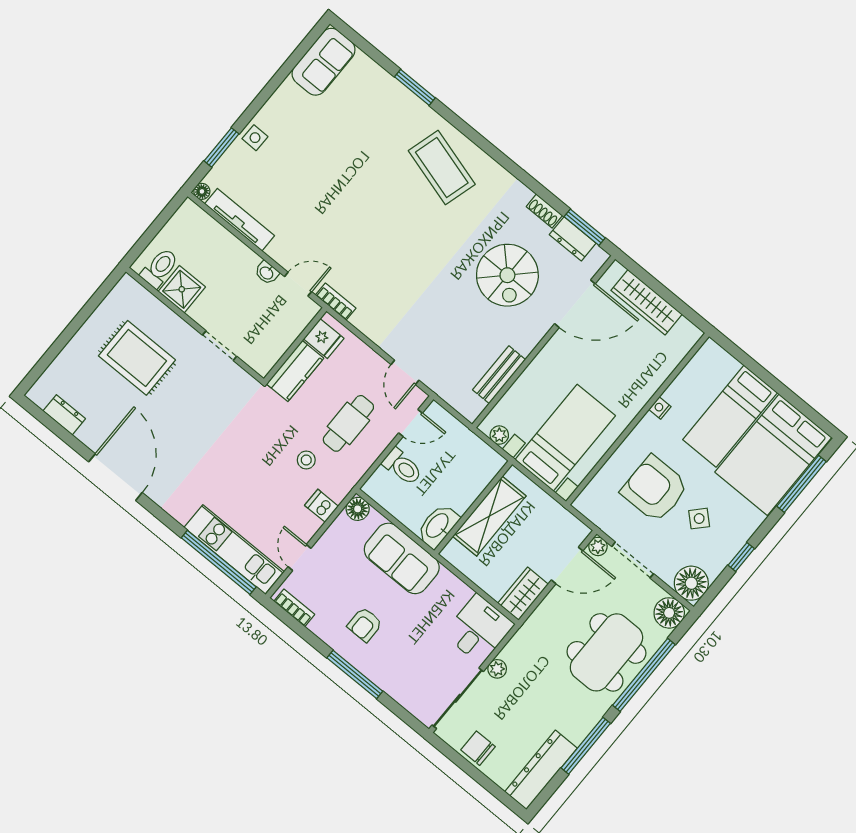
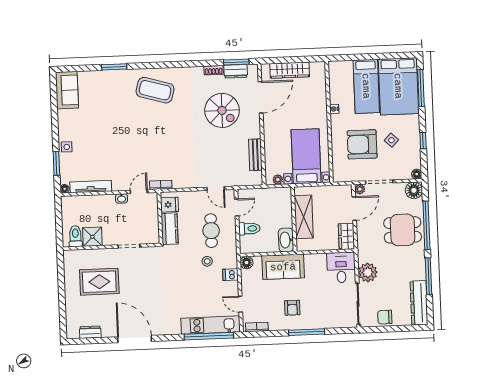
floor lamp: (691, 583) -> (417, 174), width x0.53, depth x0.53
dining table: (606, 652) -> (403, 230), width x0.73
plant: (497, 669) -> (368, 272), width x1.87, depth x1.87

